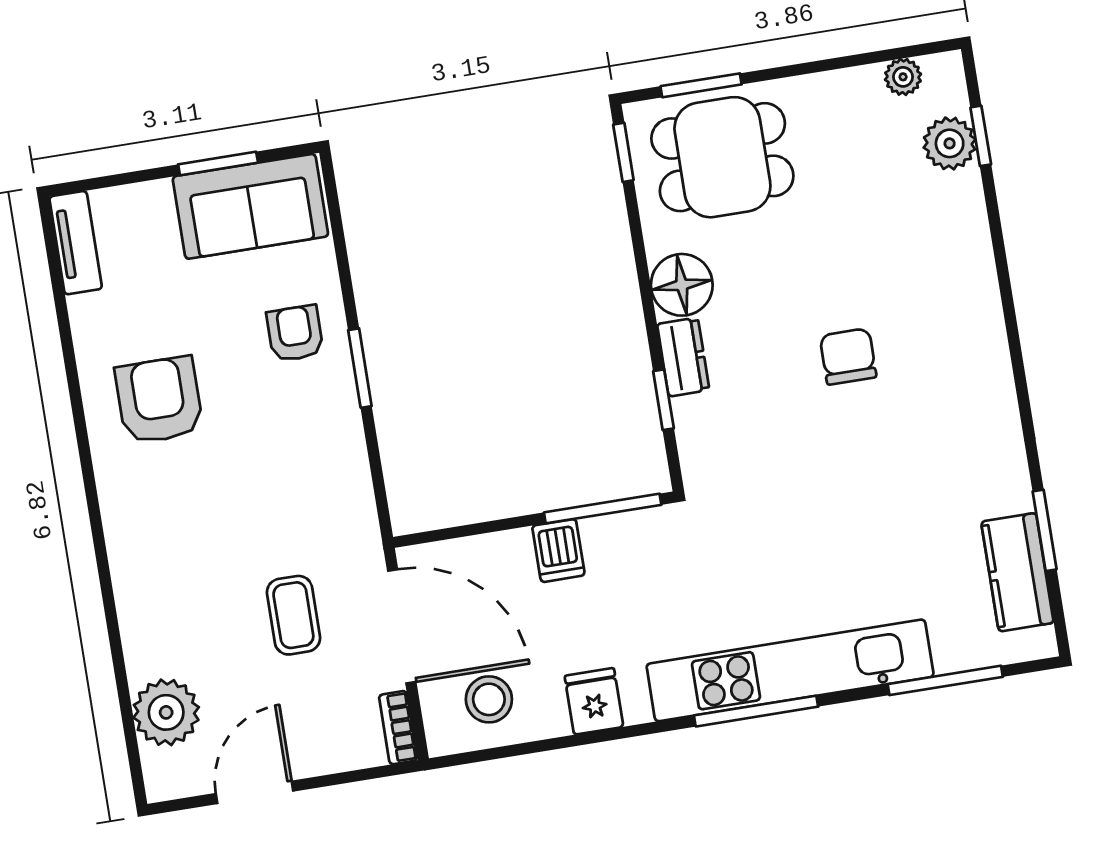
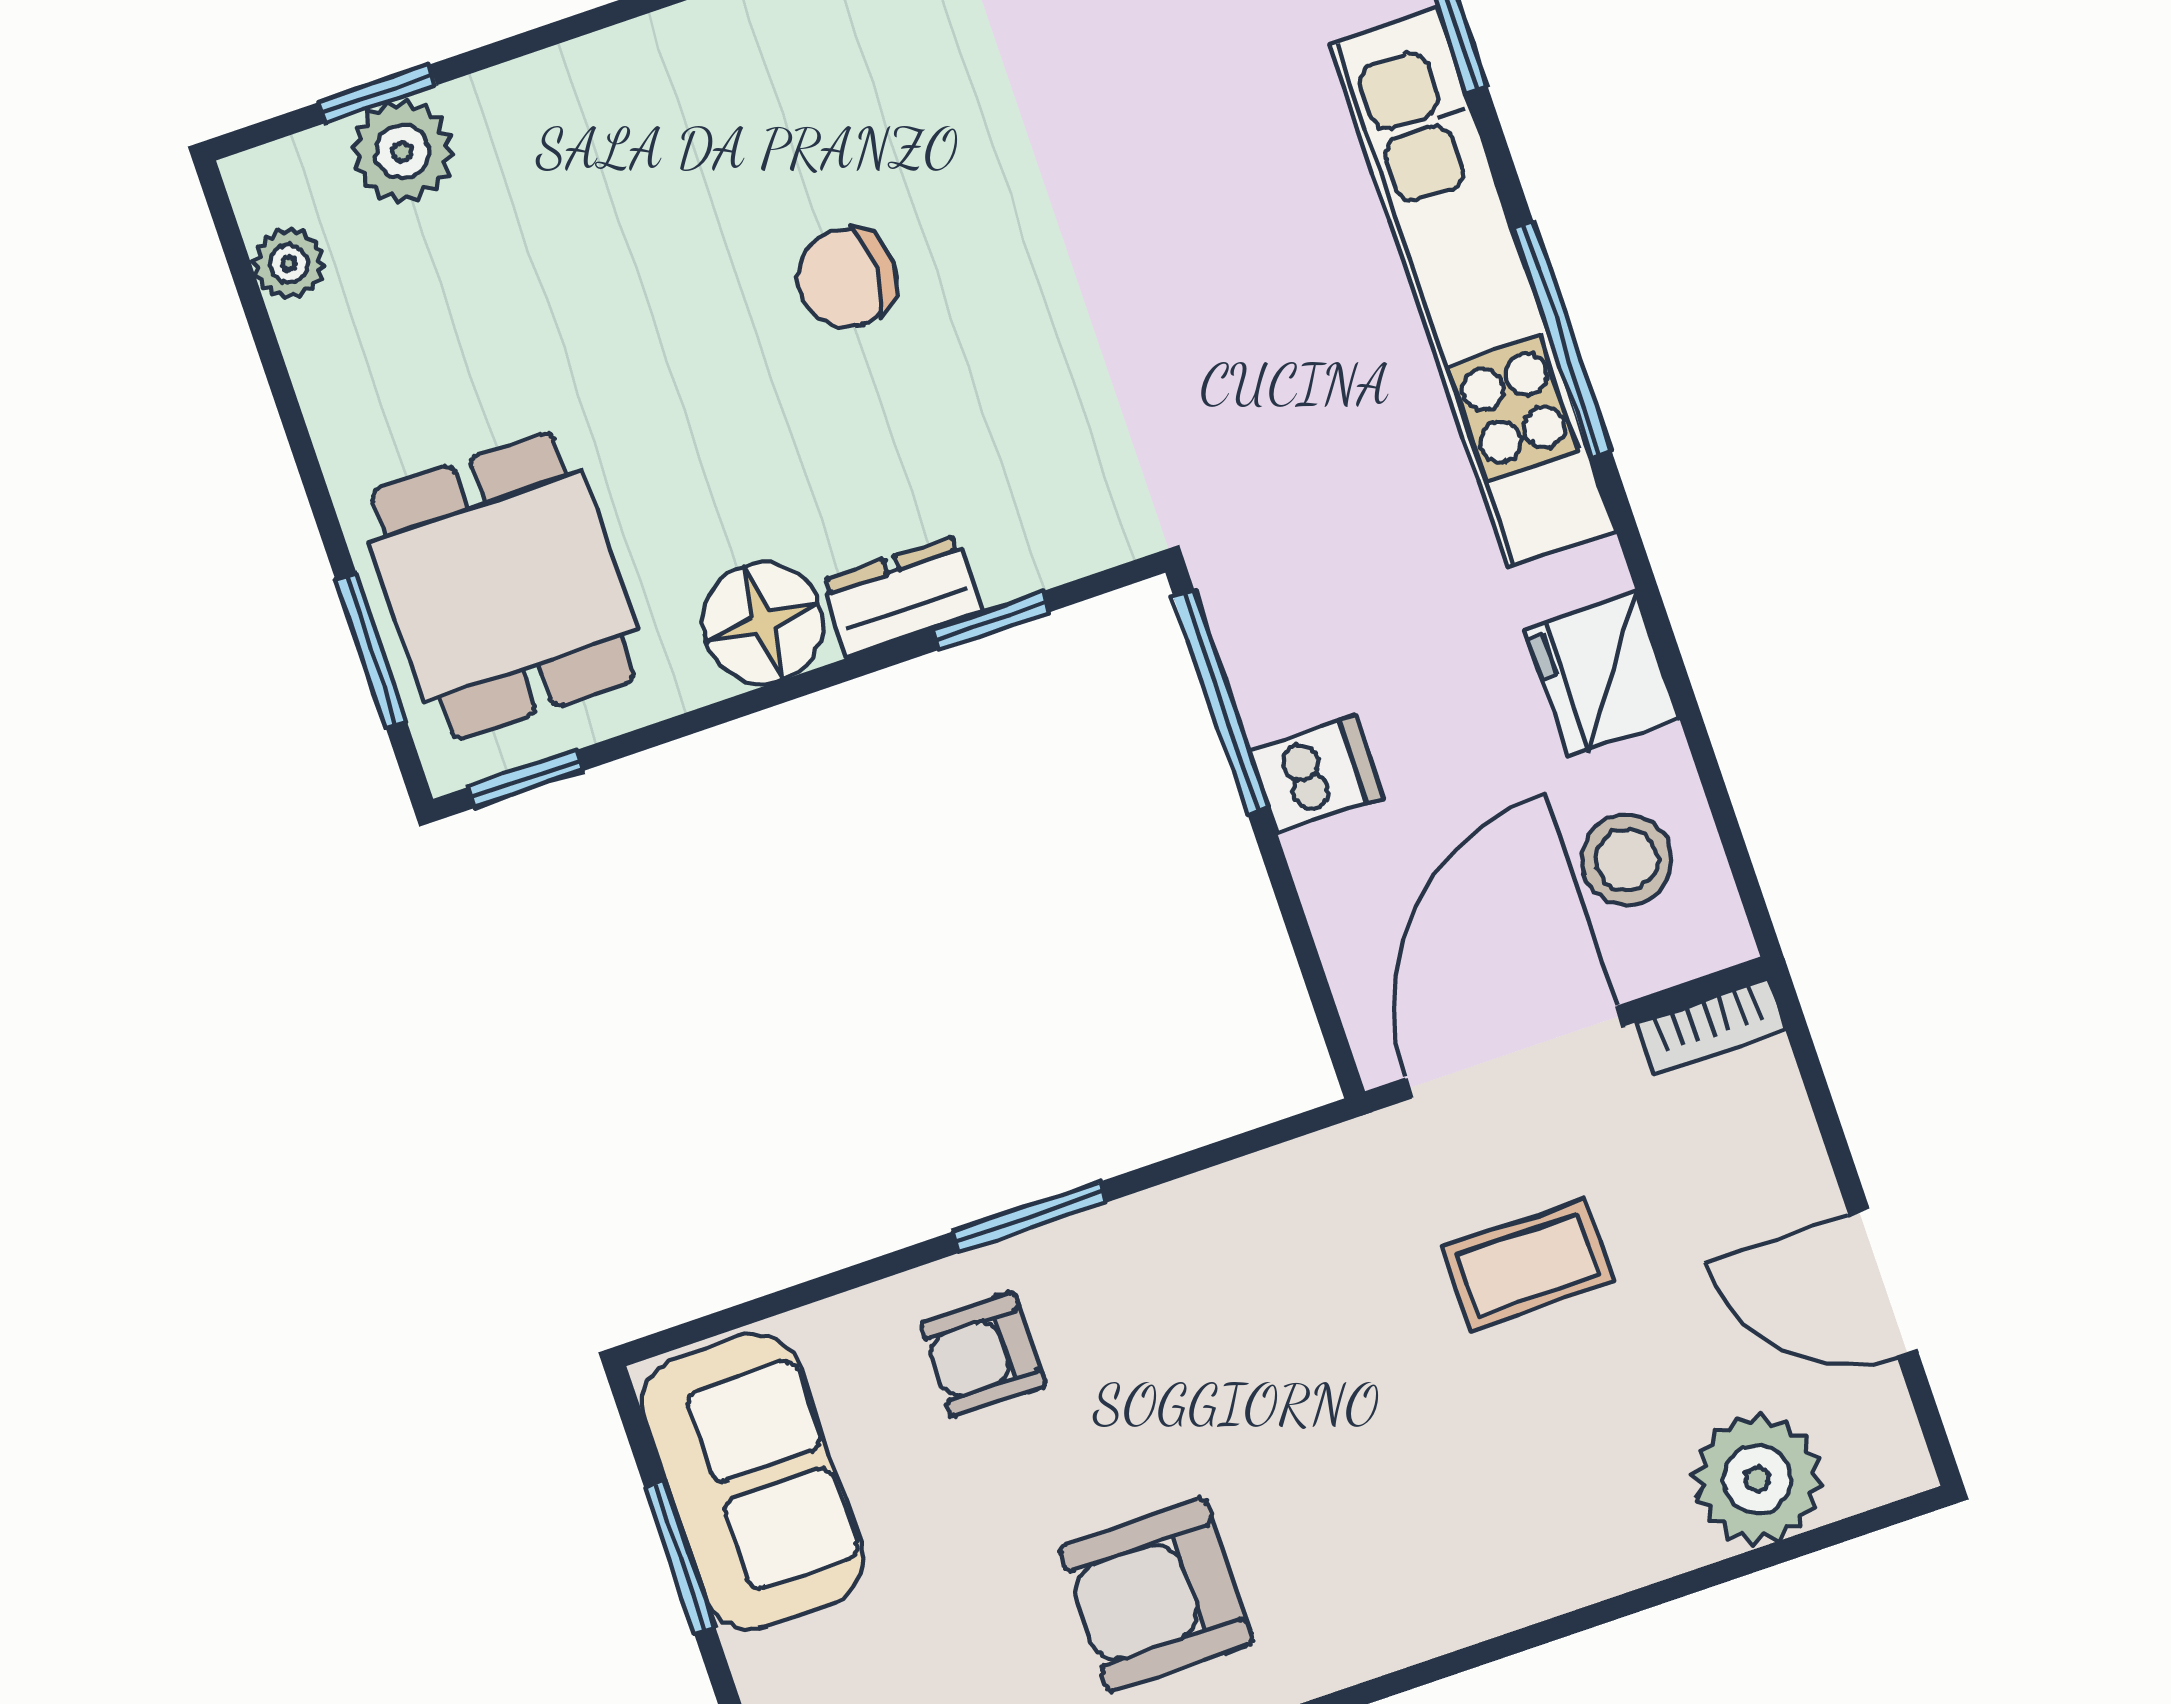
fridge: (594, 701) -> (1602, 674), width x1.38

